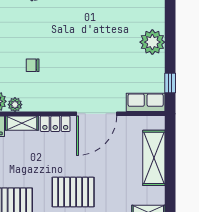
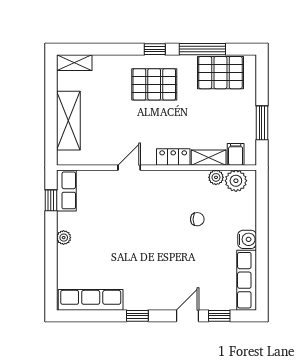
plant: (152, 42) -> (64, 238), width x0.53, depth x0.53
row of seats: (146, 102) -> (66, 190), moved, turned -90
door: (97, 114) -> (129, 168), width x0.53

